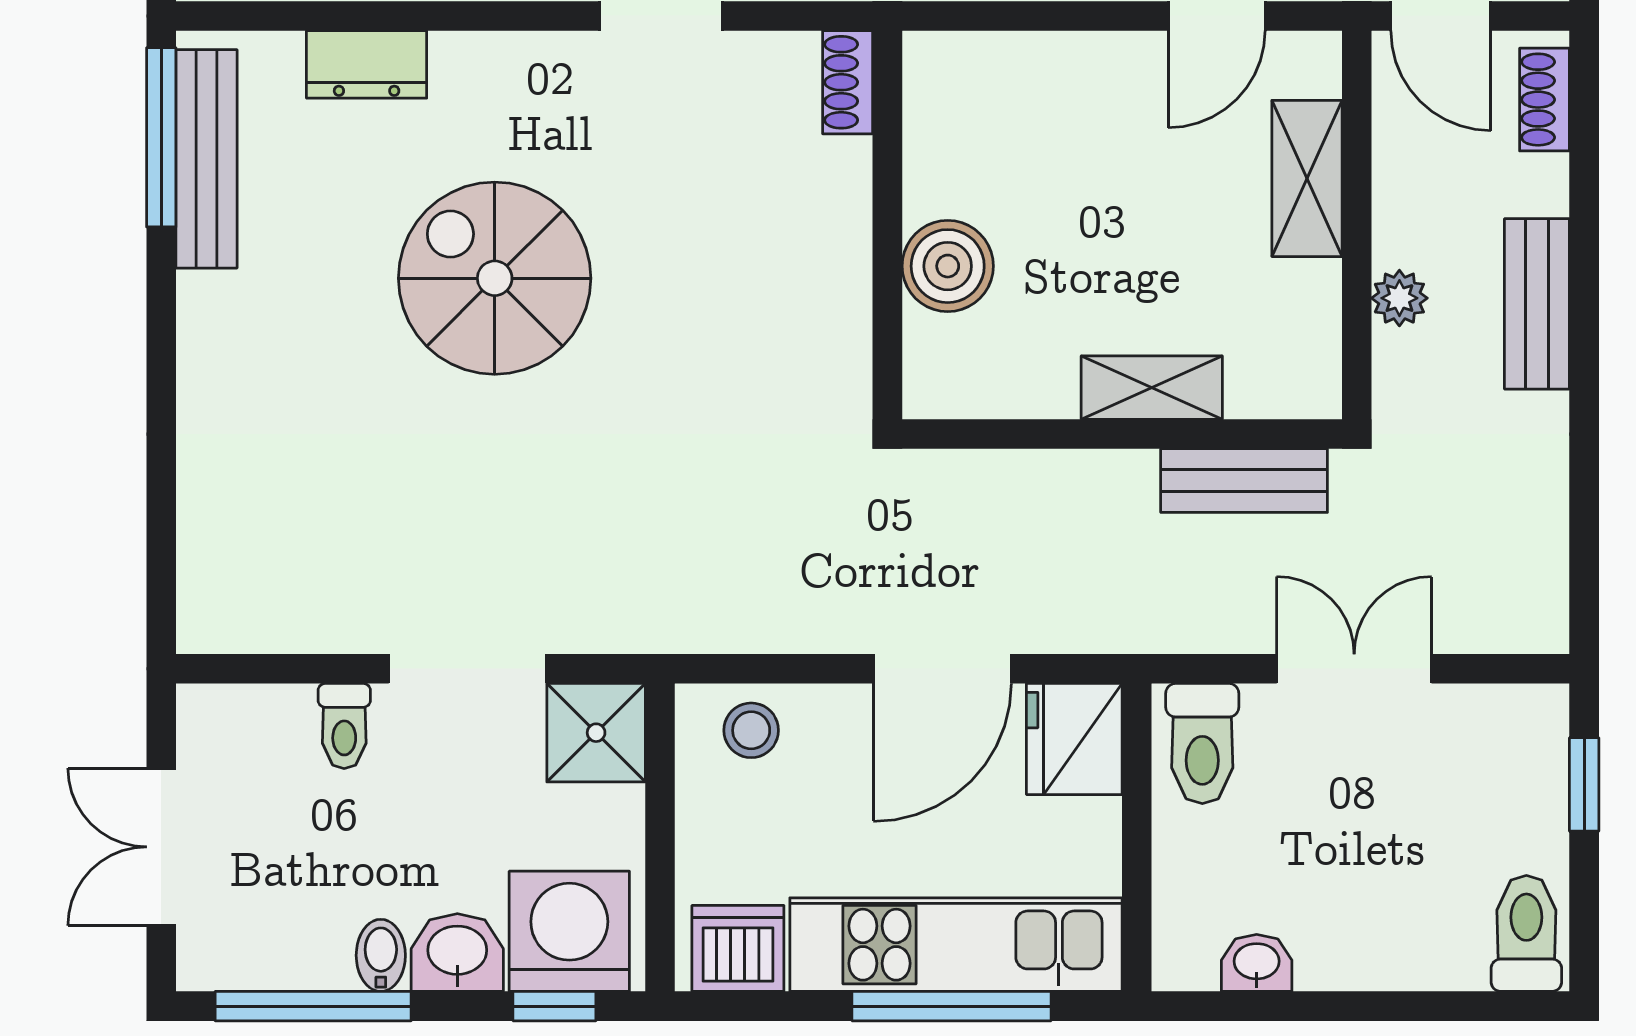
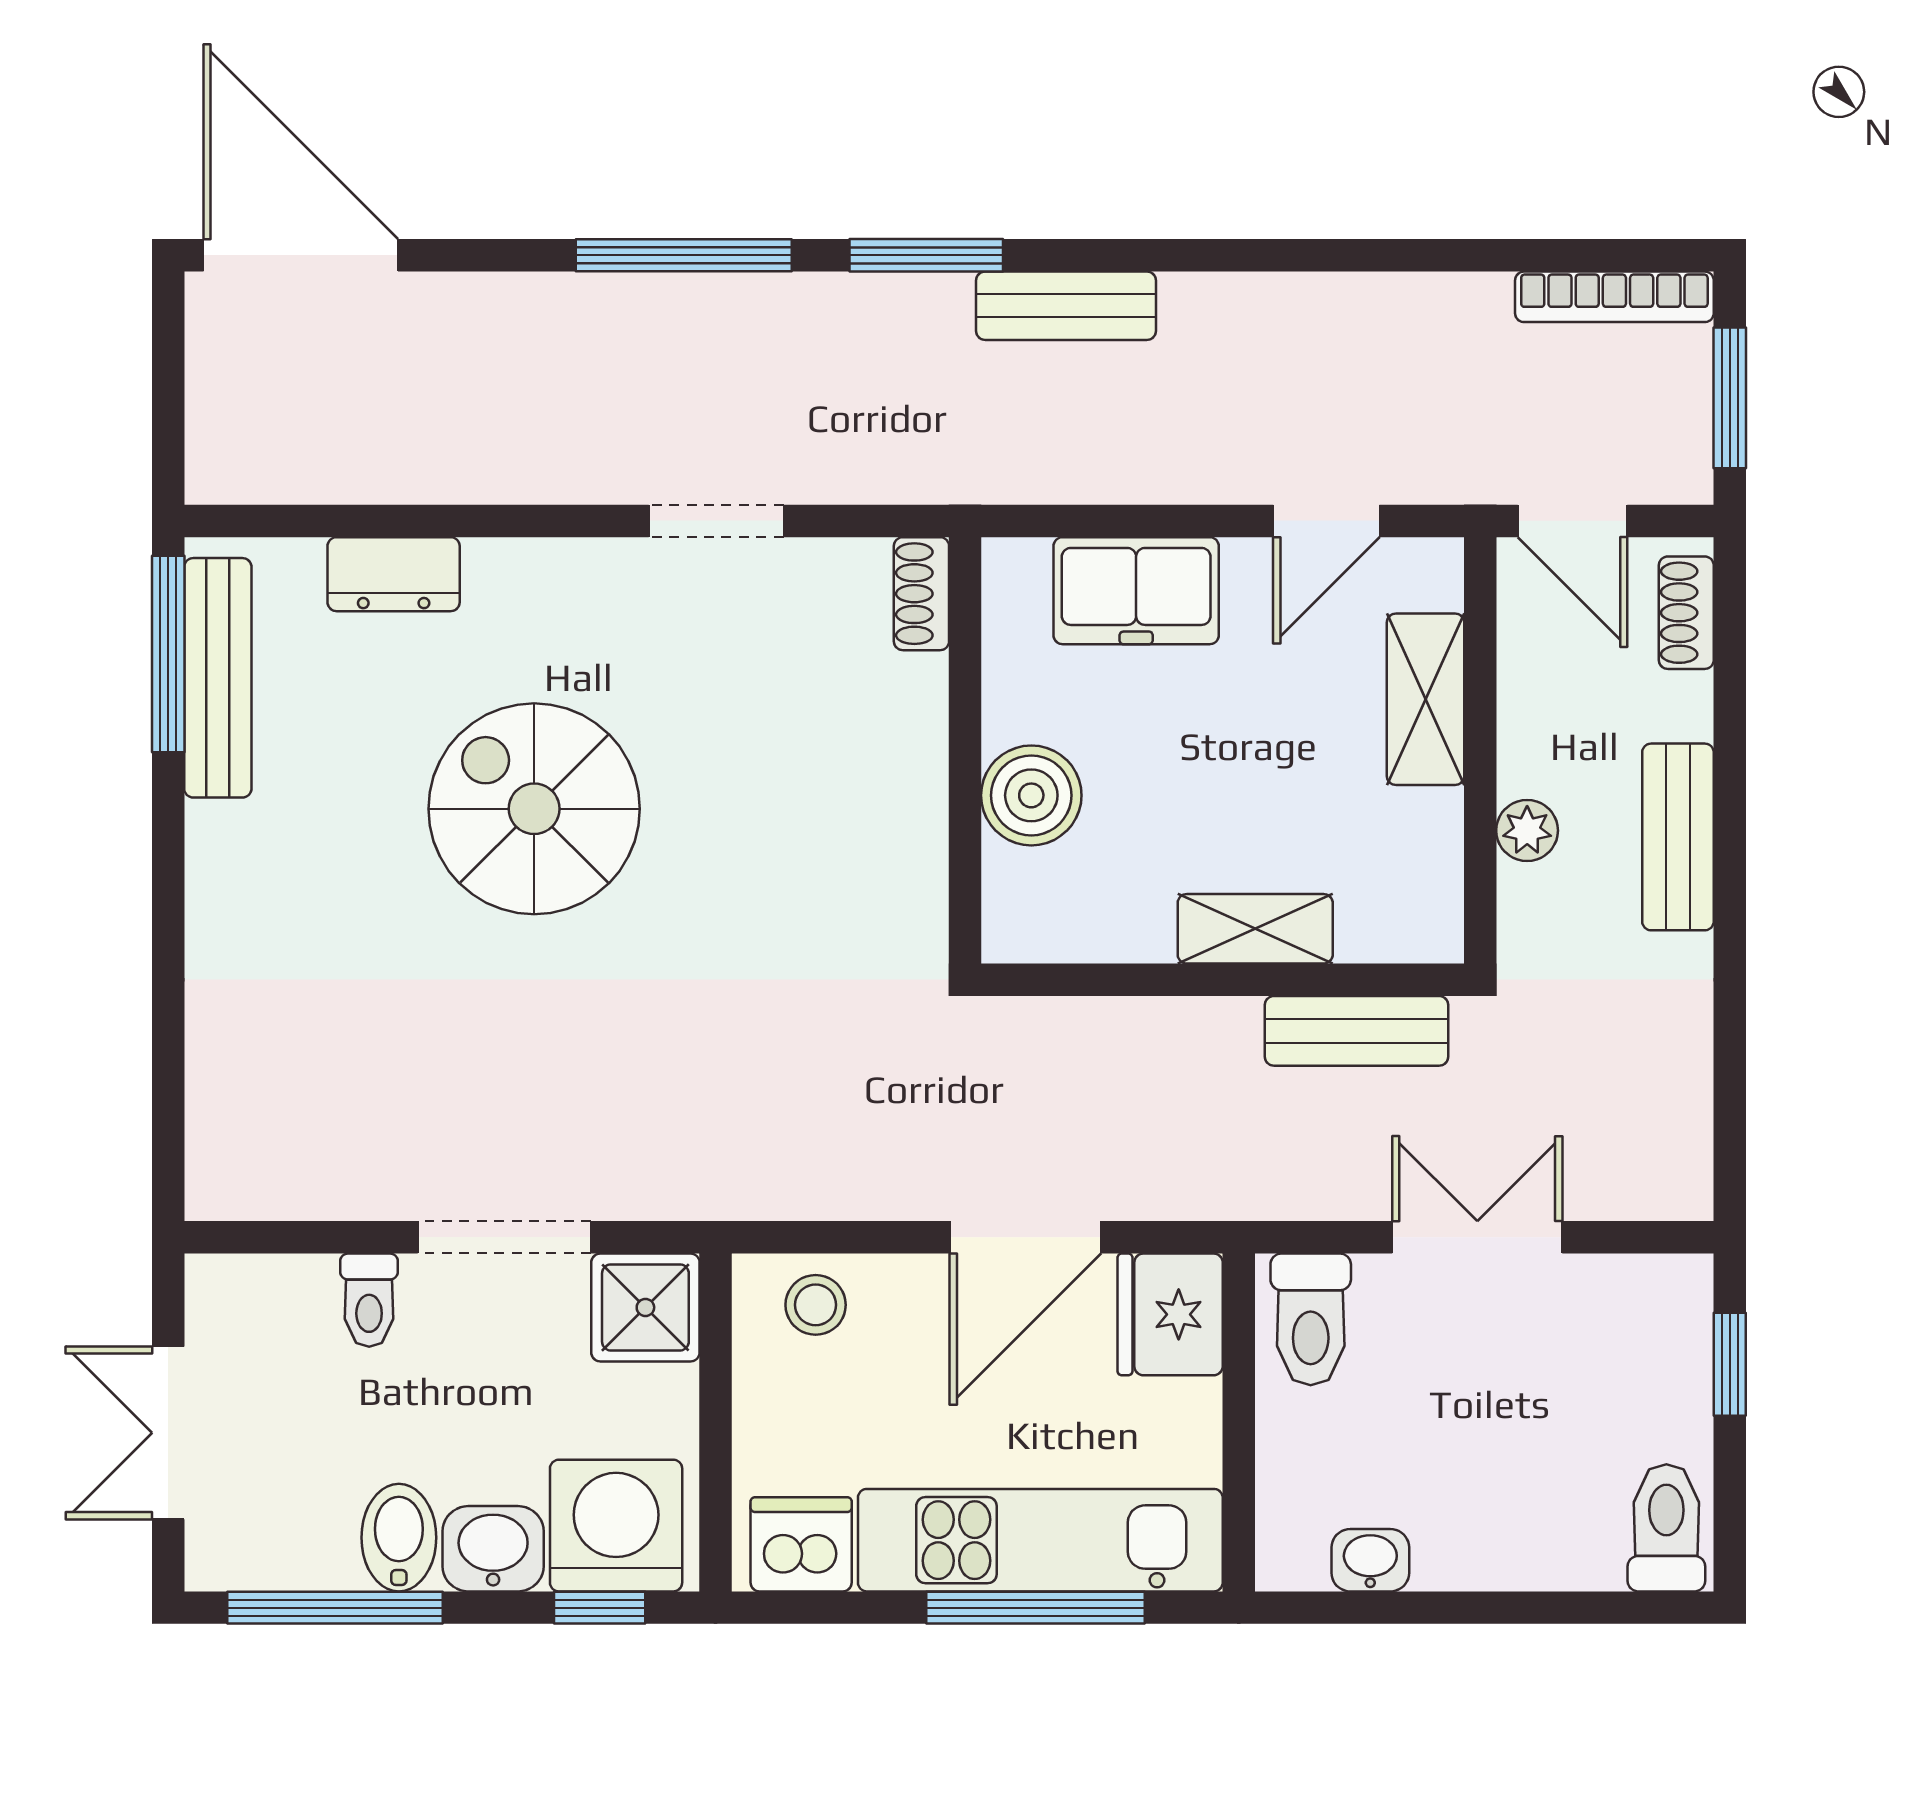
freezer: (1043, 80) -> (1136, 591), added
bidet: (381, 955) -> (399, 1538), width x1.38, depth x1.36

